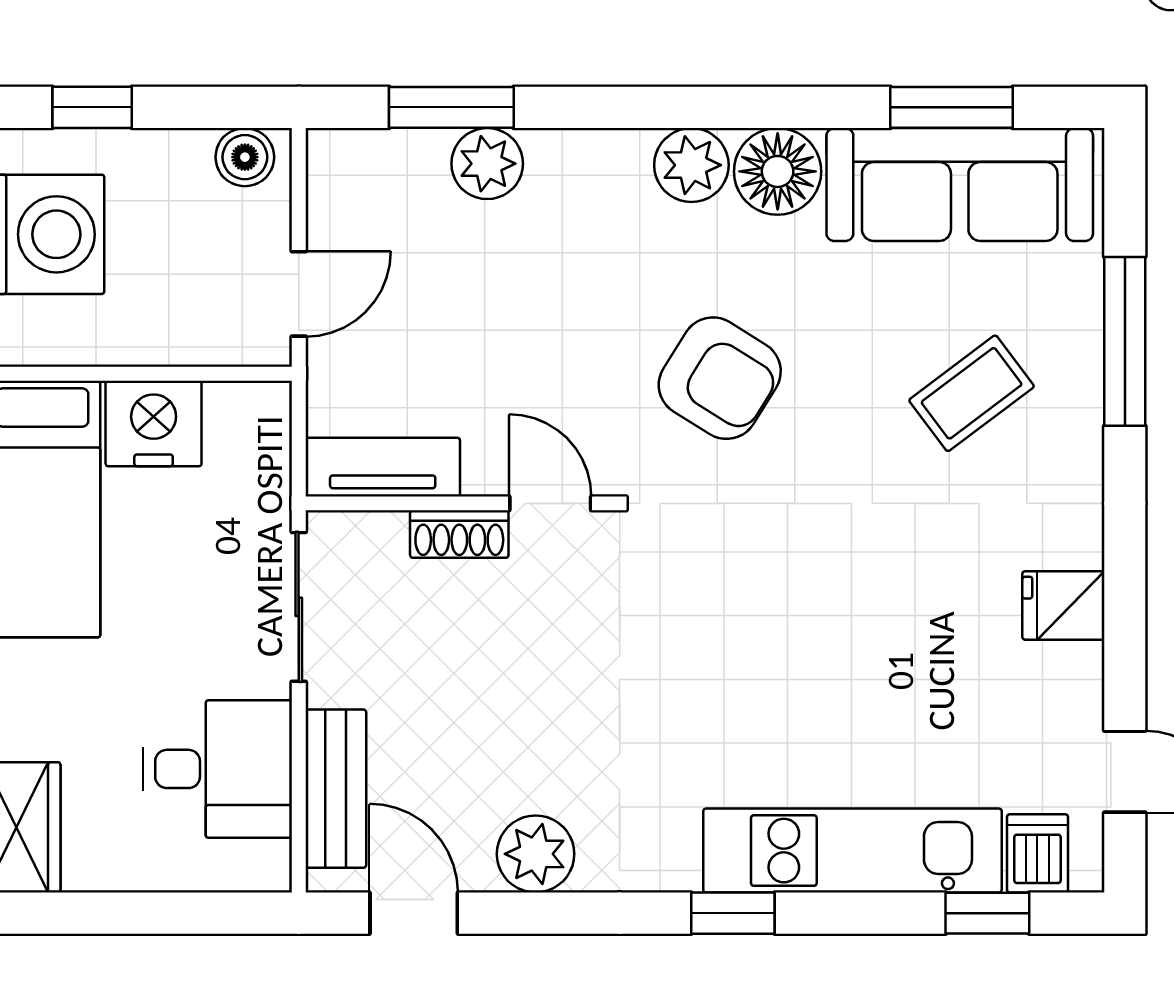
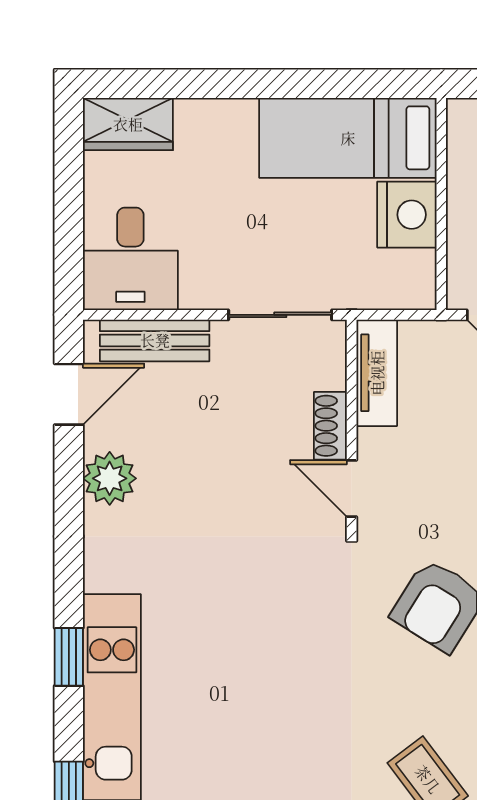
door: (550, 503) -> (352, 489), swing flipped
desk: (218, 769) -> (130, 259), moved
window: (733, 913) -> (69, 657), moved

